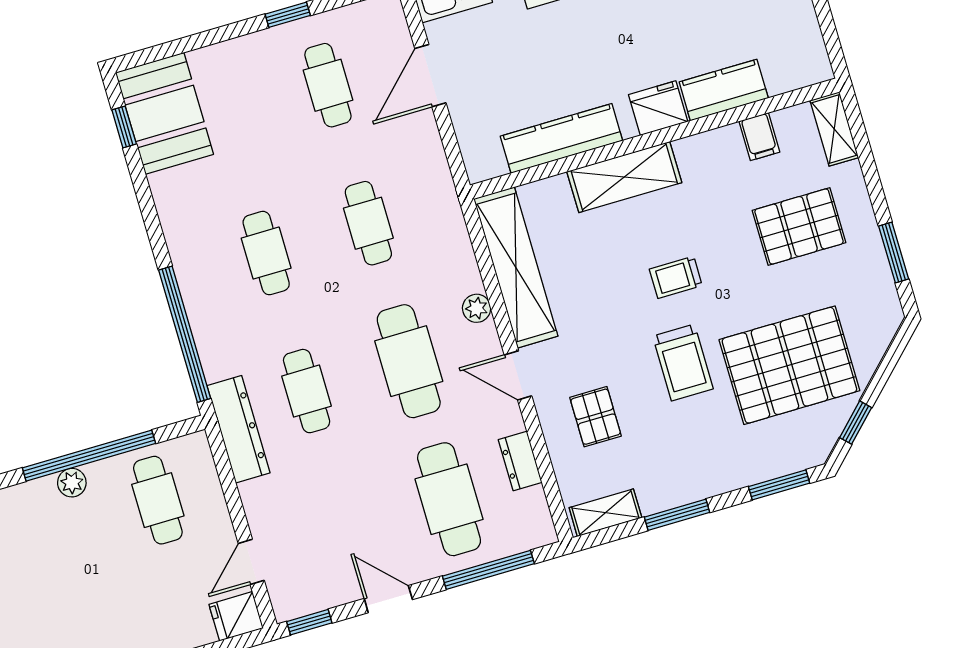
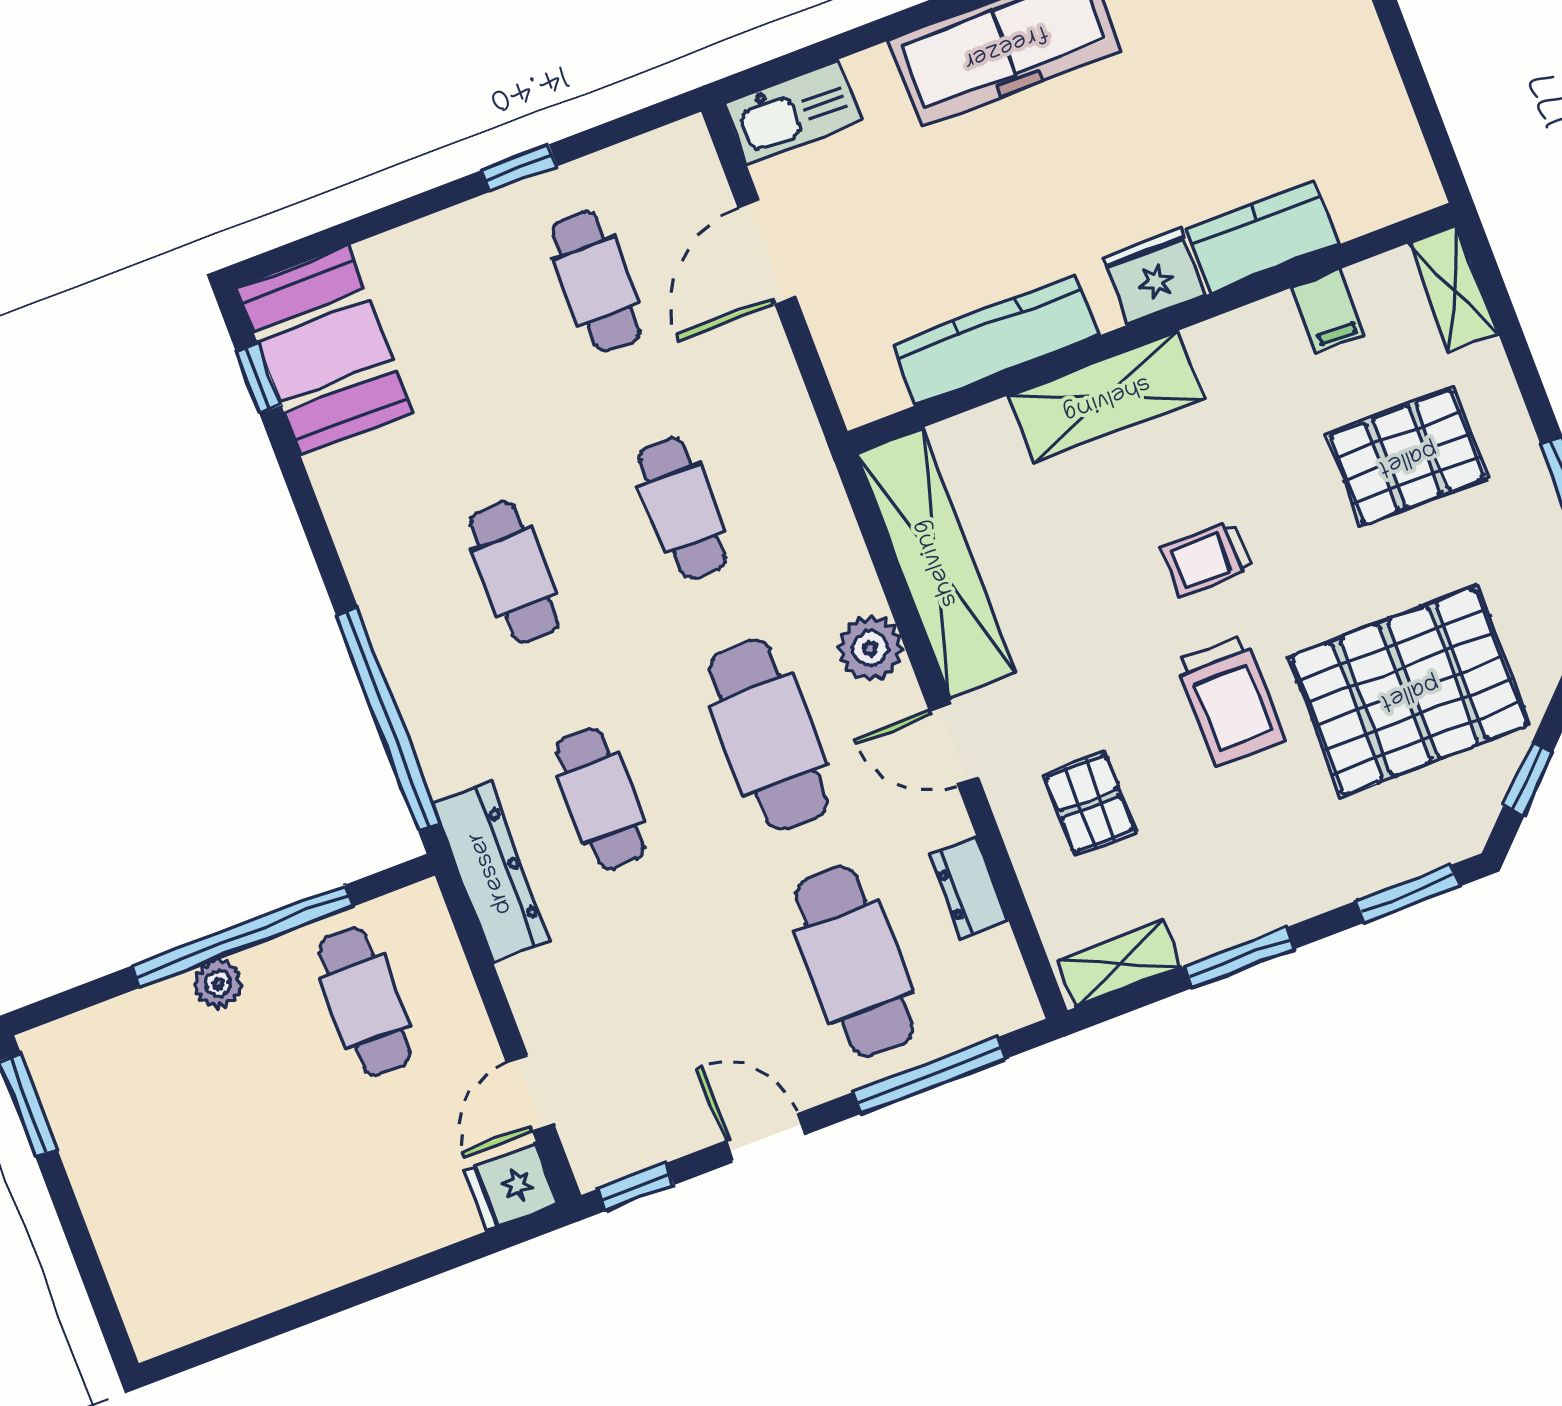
plant: (477, 308) -> (870, 648), width x1.38, depth x1.38

